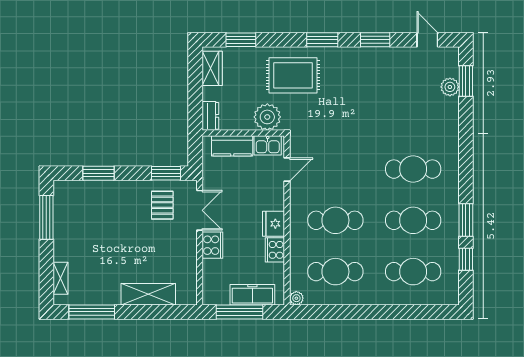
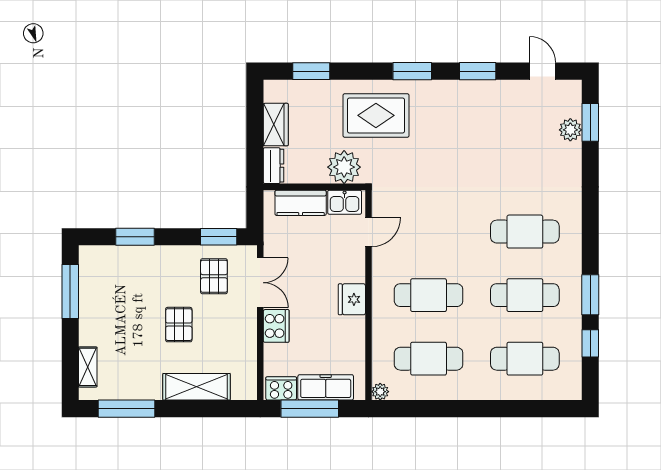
wardrobe: (212, 68) -> (276, 125), moved
pallet: (134, 244) -> (179, 325), added
cooker: (275, 250) -> (281, 388), moved, turned 90

